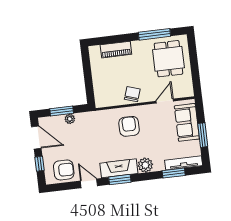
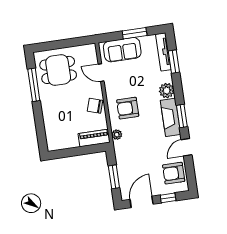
piano: (116, 50) -> (94, 138), moved, turned -90
plant: (70, 119) -> (117, 135), moved
armchair: (64, 170) -> (174, 173), turned -90

